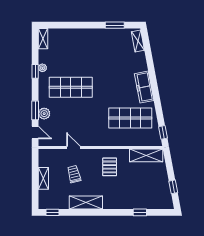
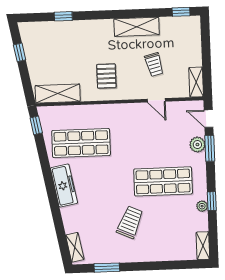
trolley: (96, 58) -> (130, 222), added
shelving: (43, 178) -> (196, 82), moved

